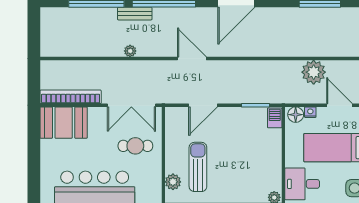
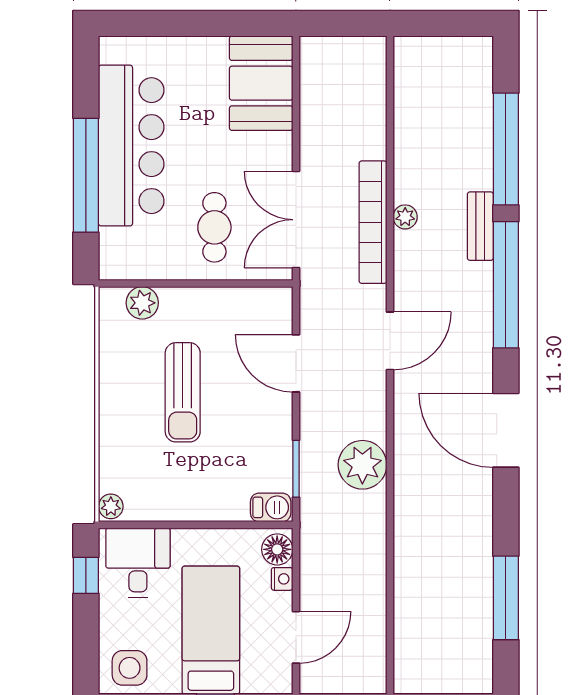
plant: (314, 72) -> (362, 465), moved
bookcase: (71, 97) -> (373, 222), moved, turned 180
sun lounger: (198, 167) -> (183, 392), moved, turned 90

